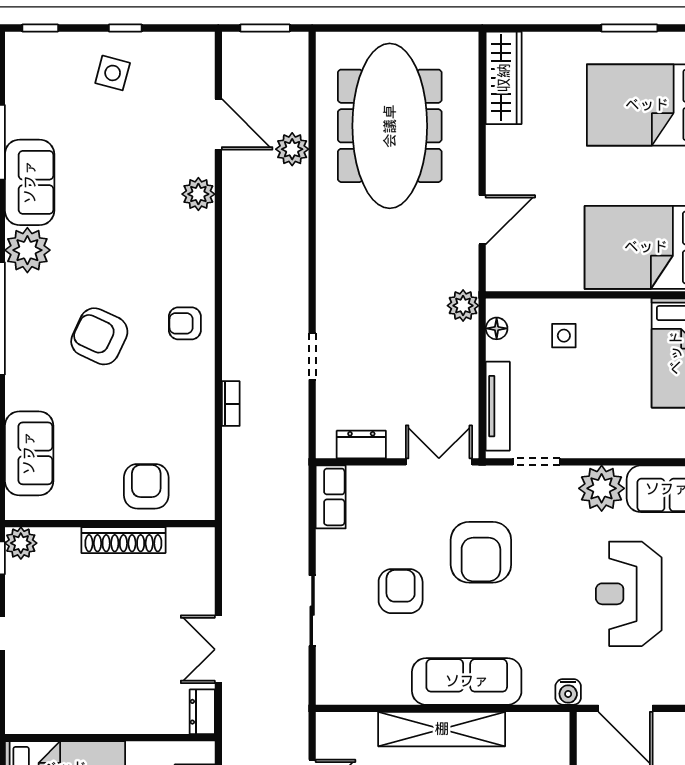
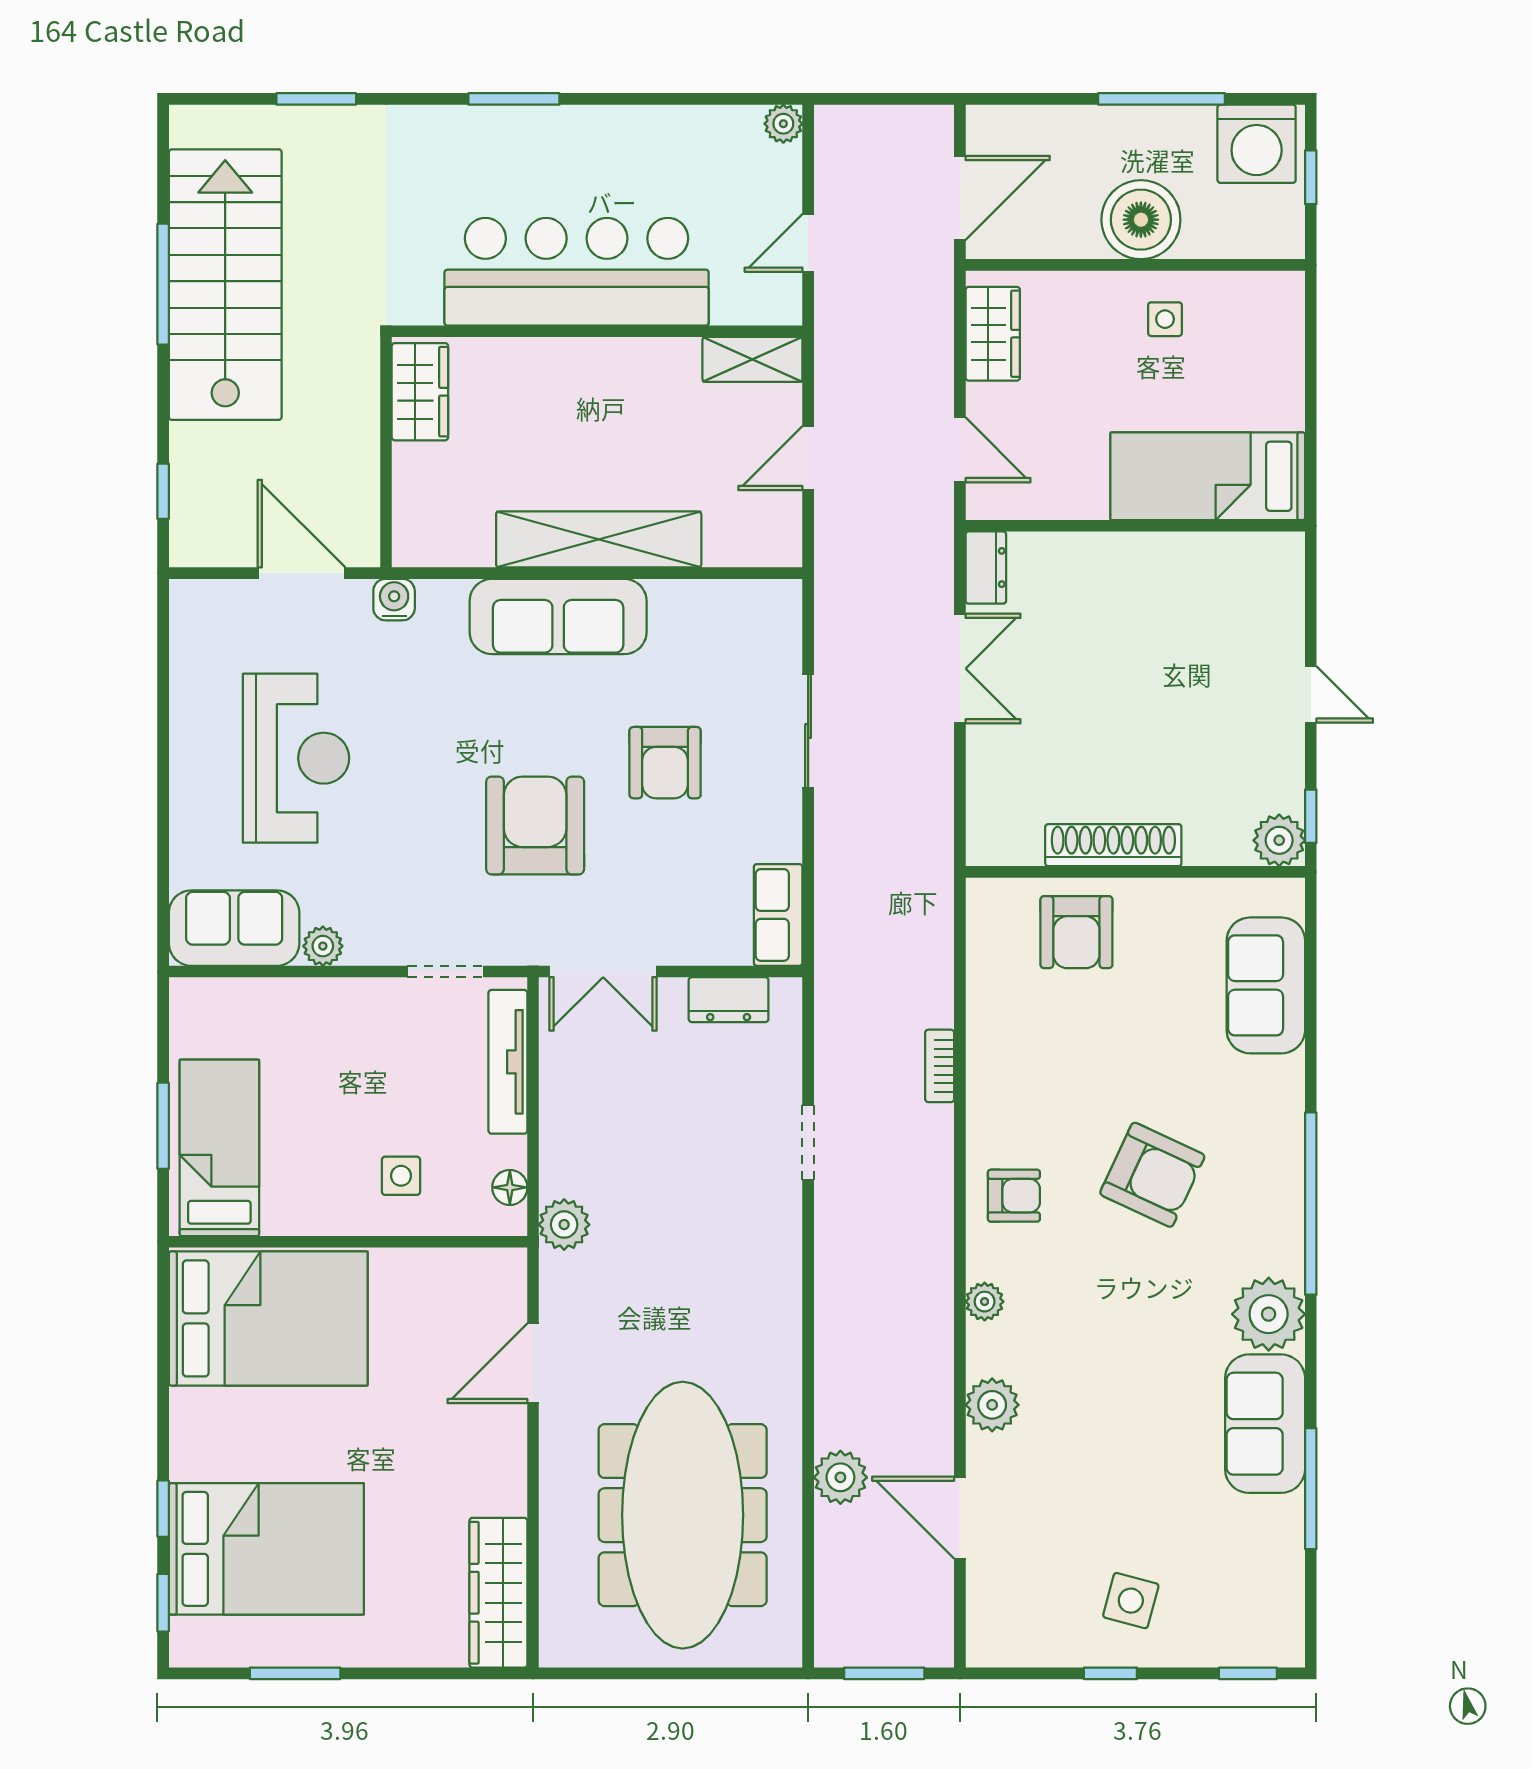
plant: (203, 258) -> (985, 1302), added
plant: (602, 488) -> (323, 946), width x0.53, depth x0.53

